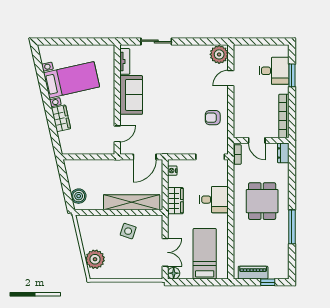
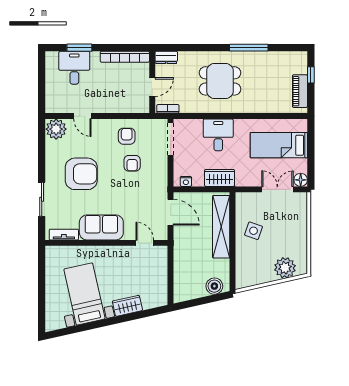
armchair: (179, 77) -> (81, 174), added
armchair: (213, 118) -> (127, 136), turned 180
armchair: (189, 123) -> (132, 163), added

